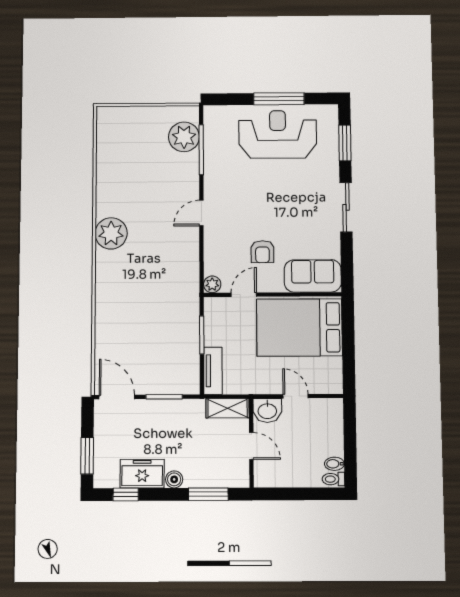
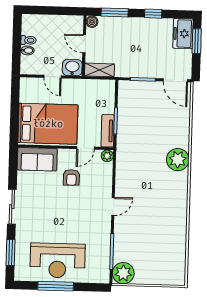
plant: (184, 137) -> (123, 273), moved
plant: (111, 233) -> (178, 160), moved
armchair: (262, 252) -> (71, 177), turned 180
tv unit: (213, 371) -> (108, 131), moved
bidet: (334, 464) -> (27, 50), moved
freezer: (142, 474) -> (183, 34), moved, turned 90
boiler: (174, 479) -> (92, 22), moved
toilet: (333, 479) -> (29, 40), moved
window: (126, 494) -> (153, 14), moved

